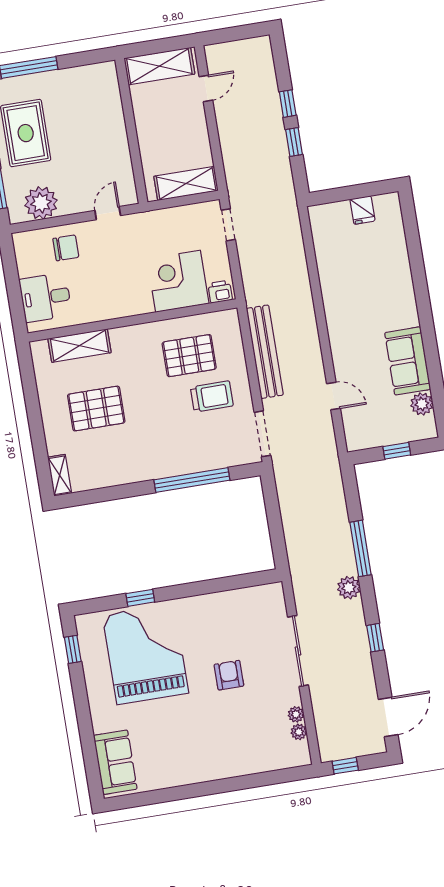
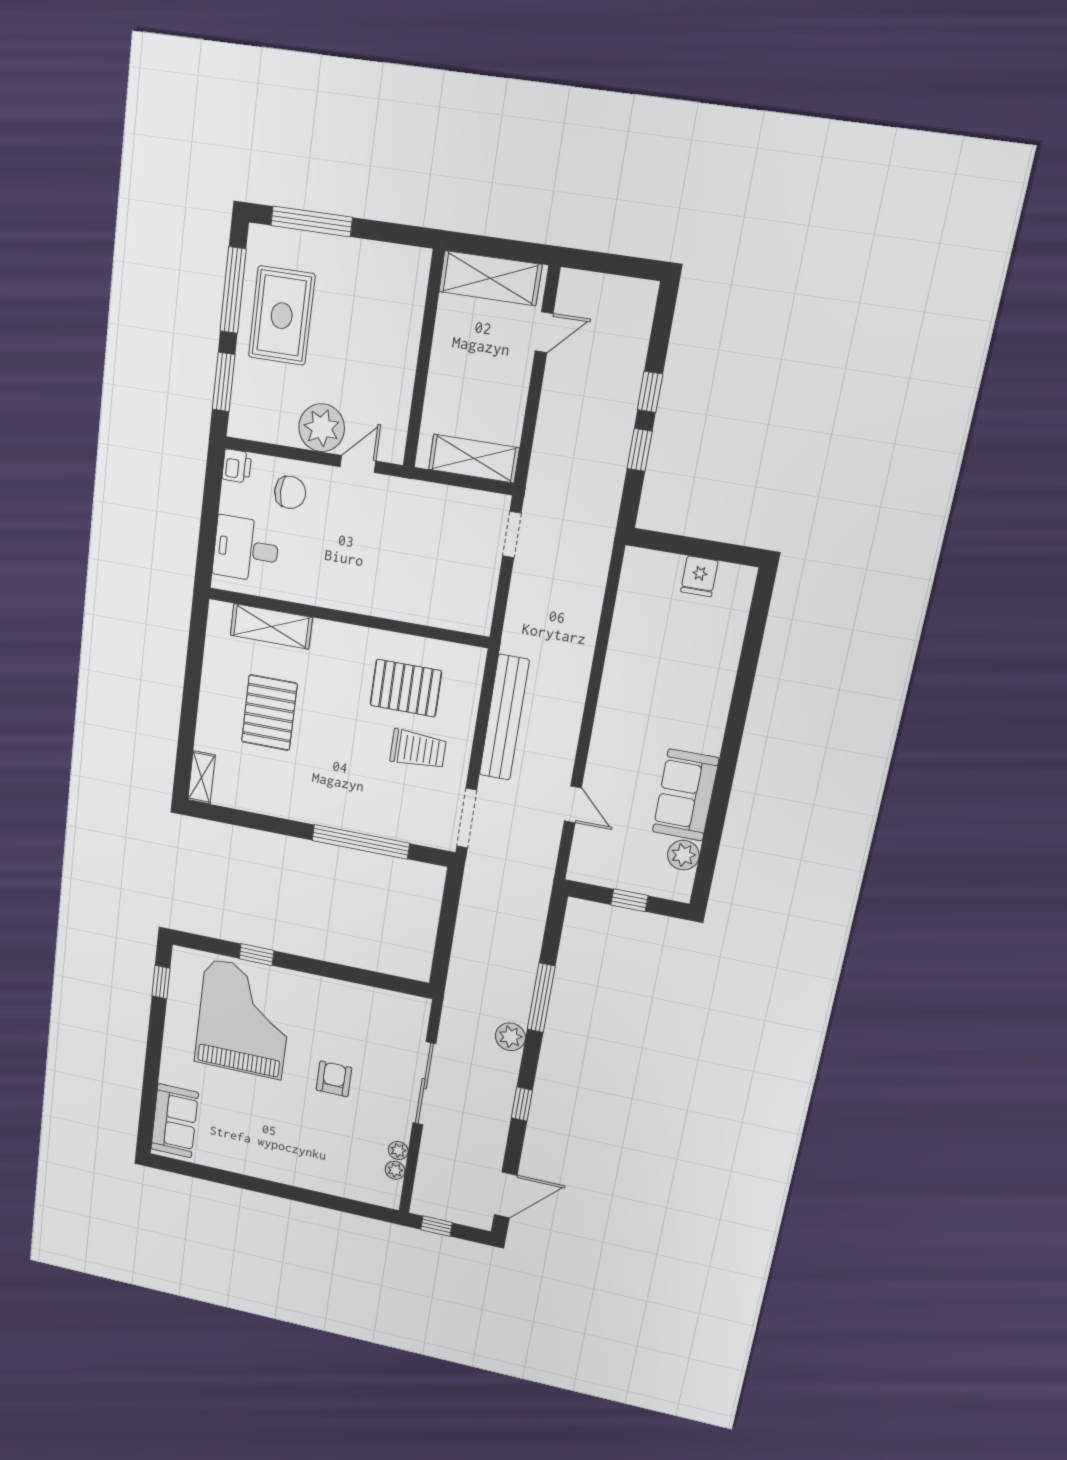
plant: (41, 203) -> (322, 428), moved
corner desk: (178, 281) -> (422, 587), removed
printer: (220, 292) -> (237, 466), moved, turned 90
pallet: (96, 409) -> (269, 713), turned 90

